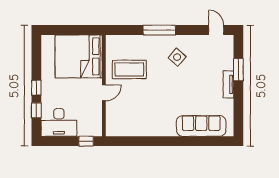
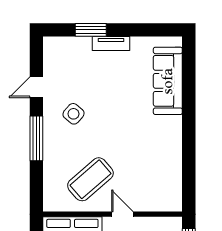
door: (216, 30) -> (36, 87), moved
coffee table: (129, 69) -> (90, 179), turned 49

